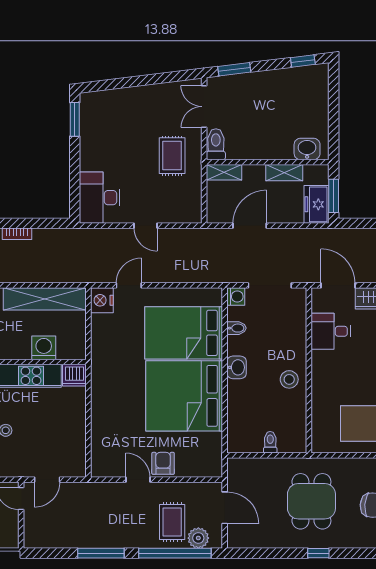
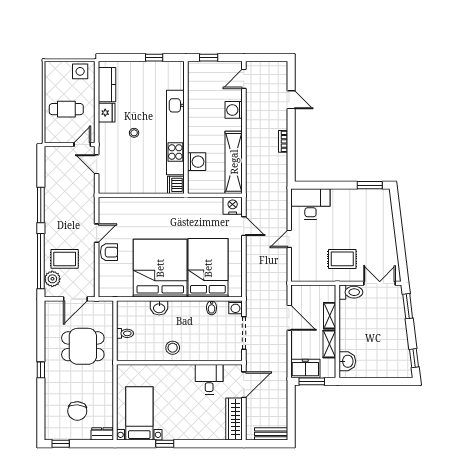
shelving: (224, 172) -> (330, 316), moved
washbasin: (237, 367) -> (159, 308), moved
dining table: (311, 501) -> (83, 346), moved

